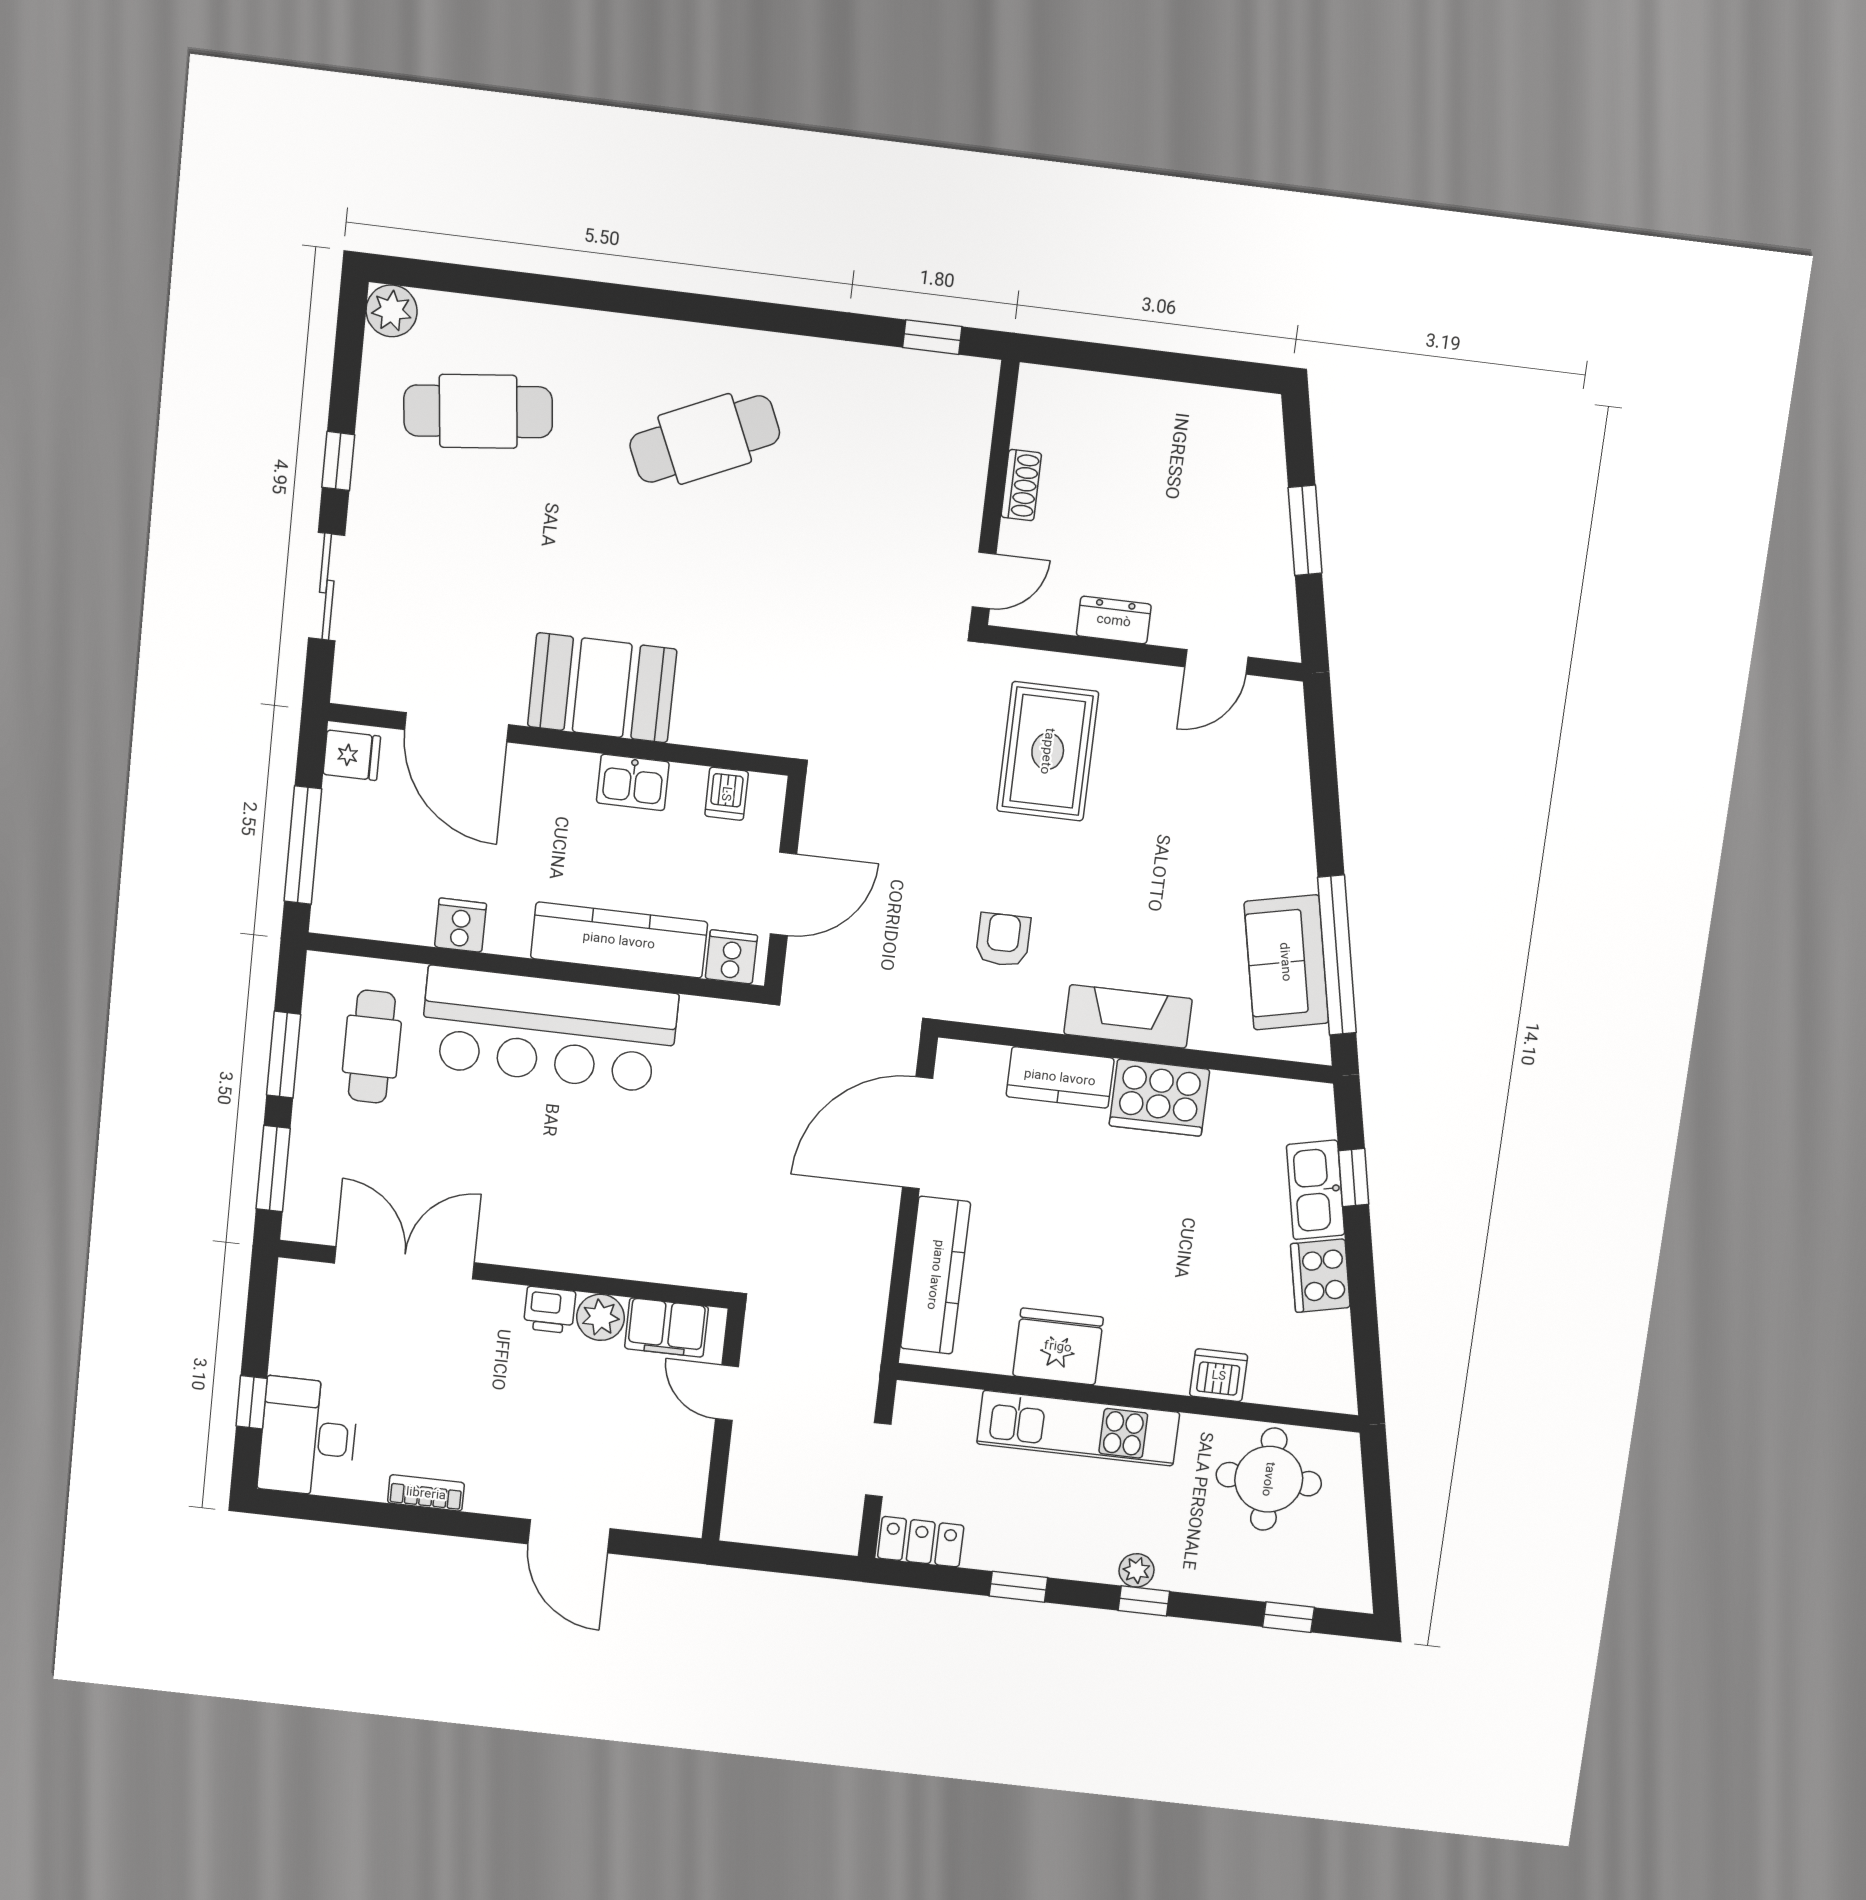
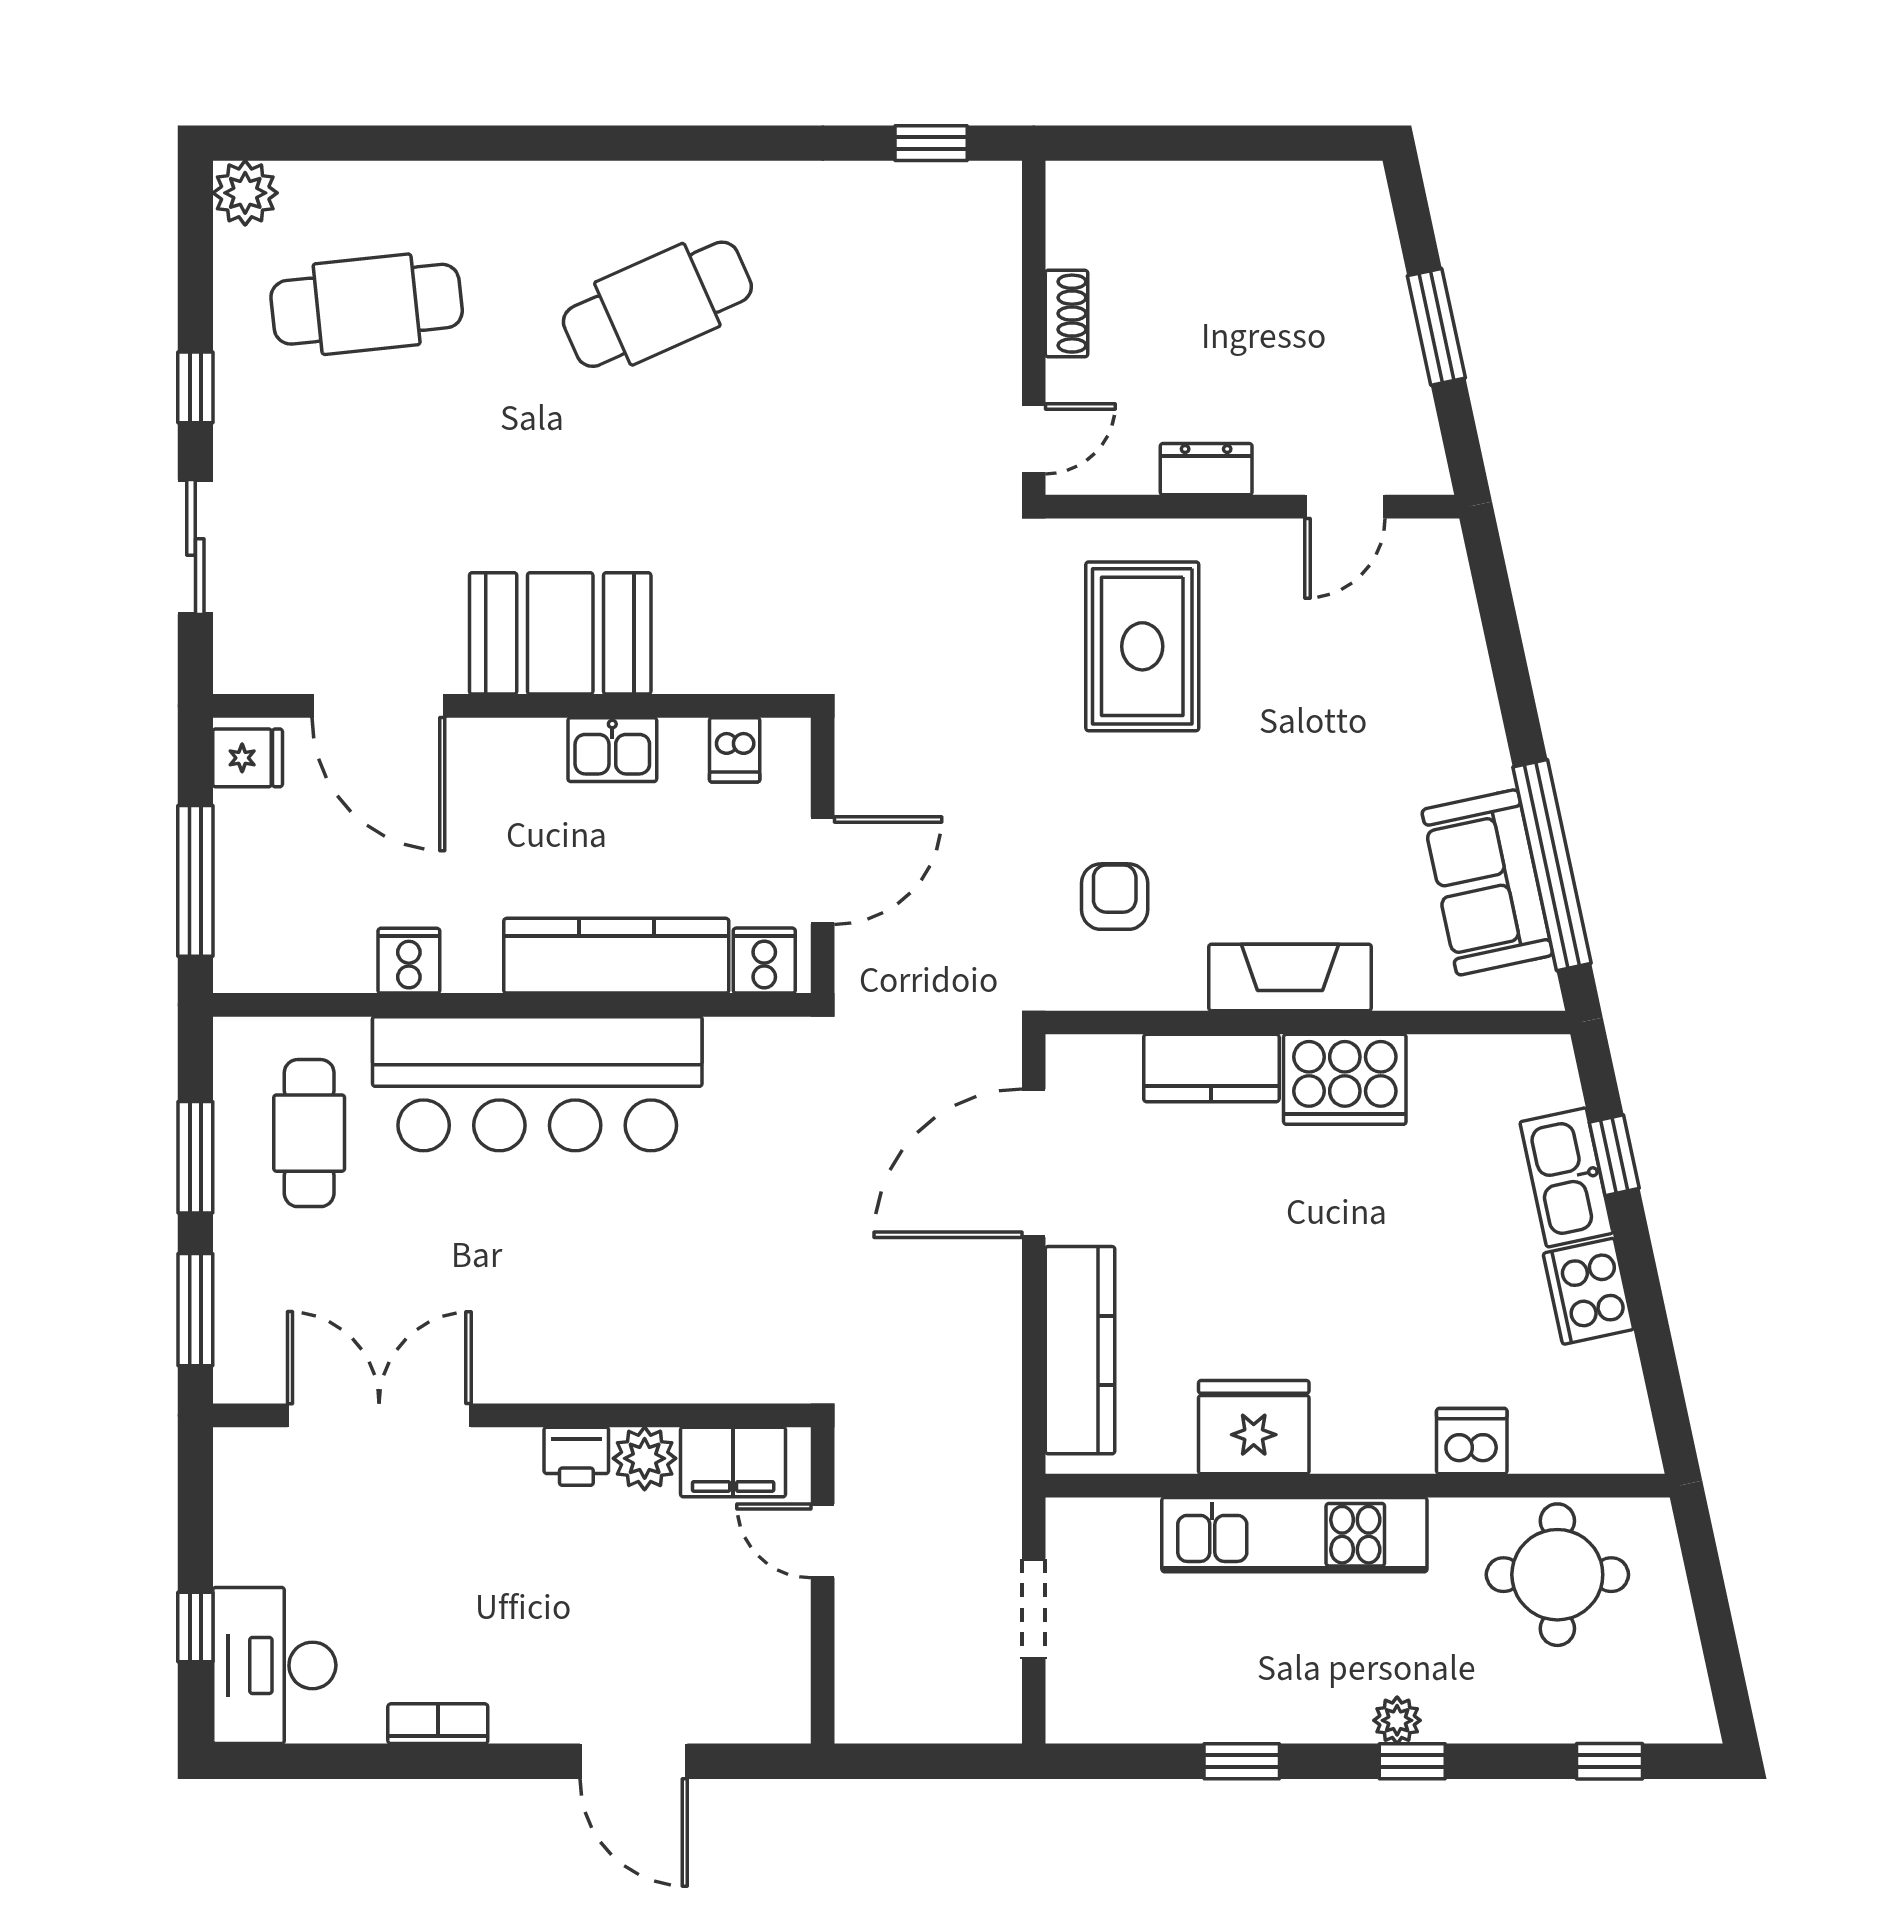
locker: (921, 1542) -> (1104, 1714), removed

